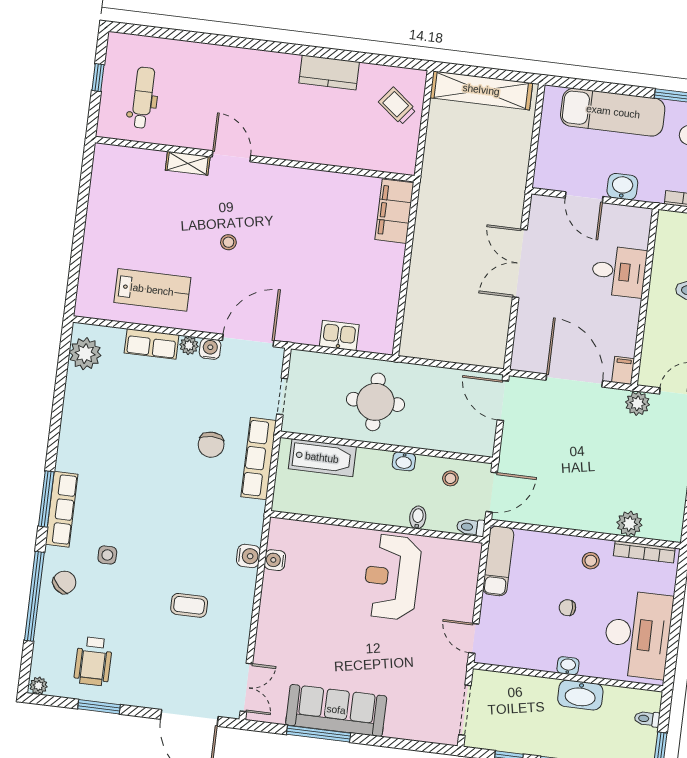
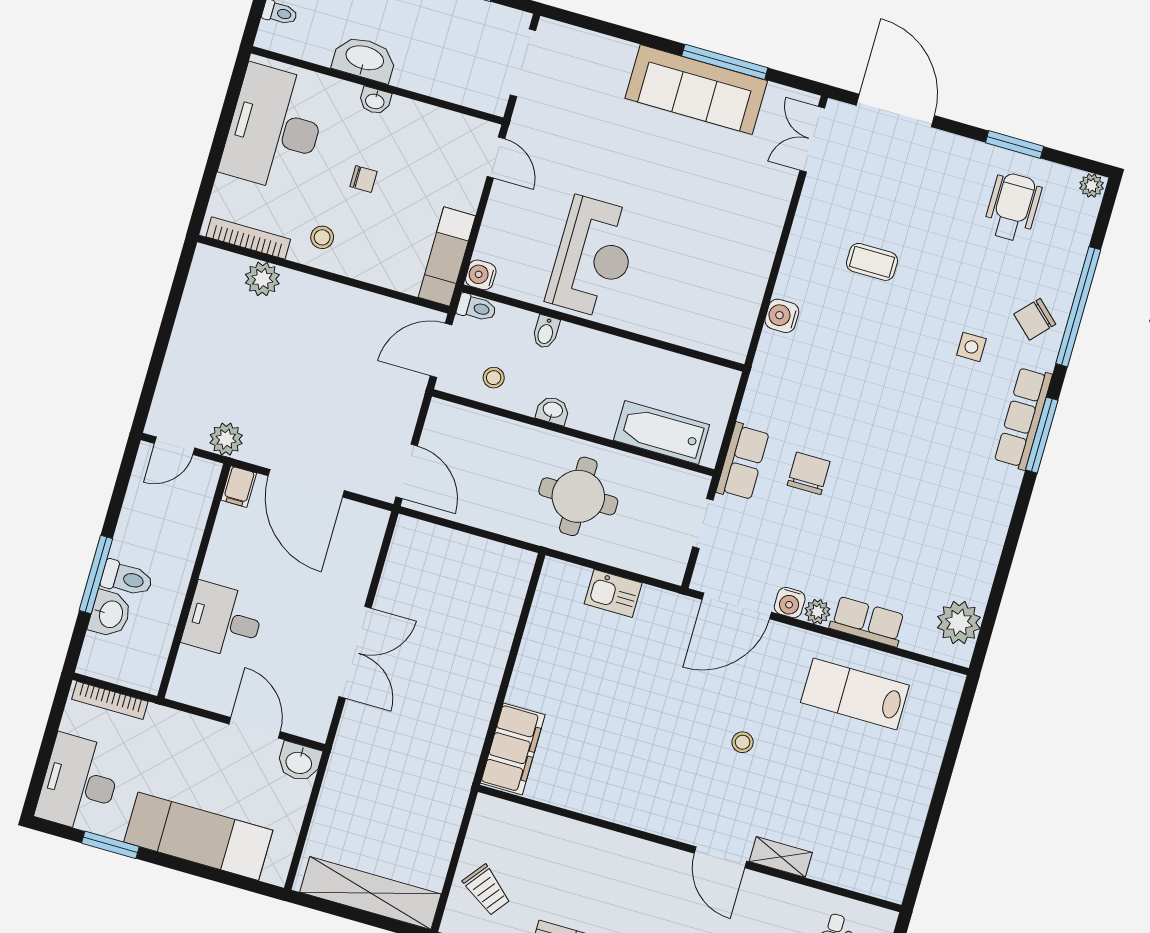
washbasin: (622, 187) -> (299, 762), moved
row of seats: (259, 459) -> (743, 462), width x0.68
water cooler: (275, 560) -> (481, 275), moved, turned 180

